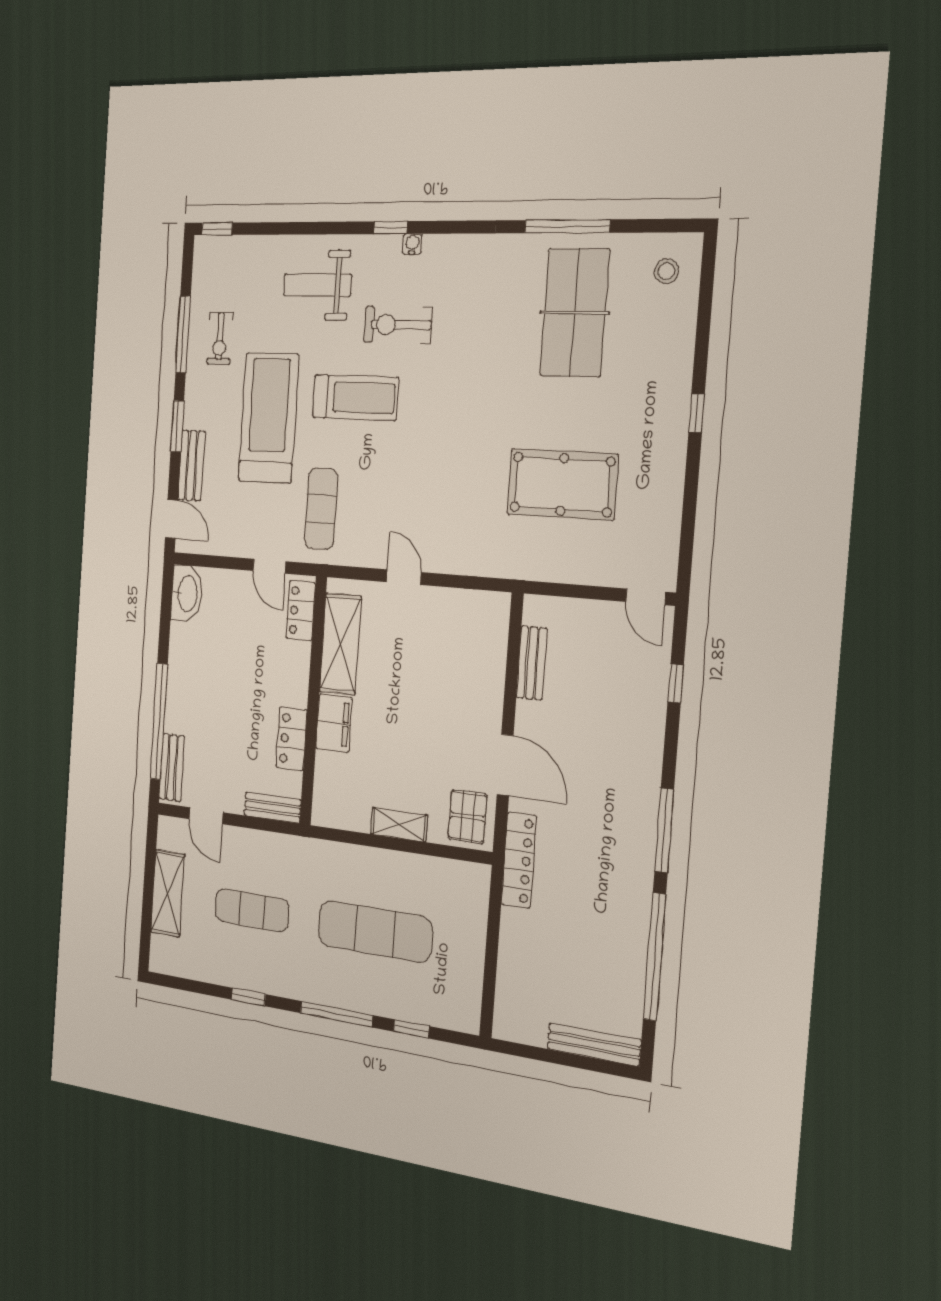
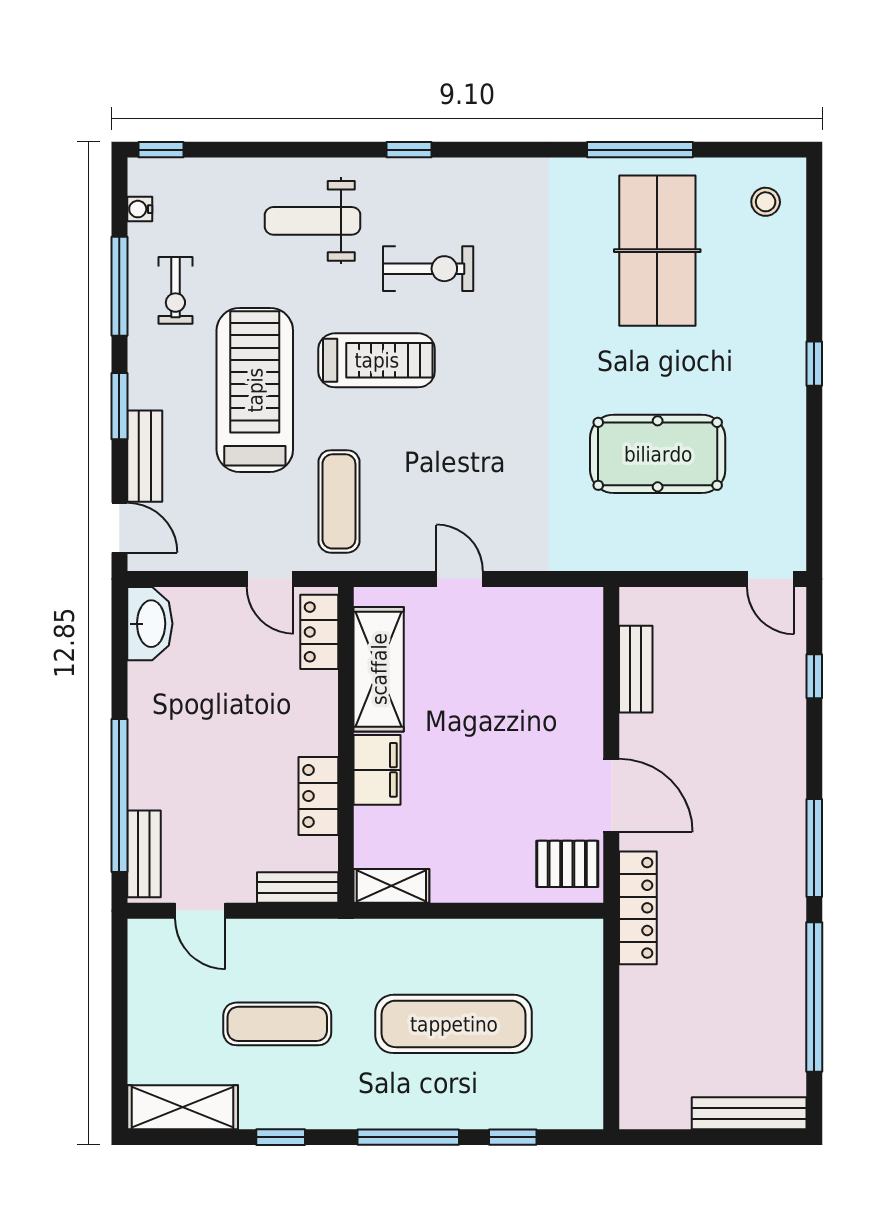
water cooler: (412, 244) -> (140, 209), moved, turned -90
exercise bike: (398, 325) -> (428, 269), turned 180
pallet: (468, 817) -> (567, 864), turned 90
shelving: (399, 825) -> (391, 886), moved
shelving: (168, 893) -> (183, 1107), moved, turned 90

